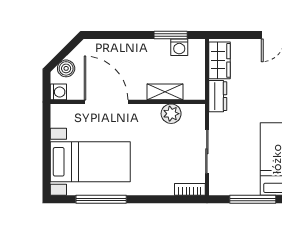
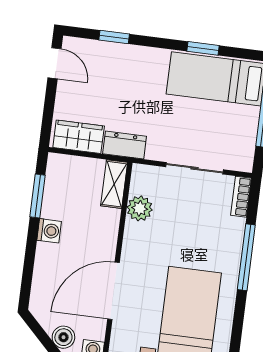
washing machine: (179, 47) -> (49, 231), moved
shelving: (165, 92) -> (114, 184), moved
window: (101, 199) -> (246, 257), moved

